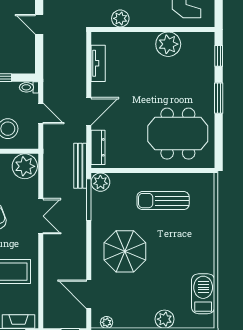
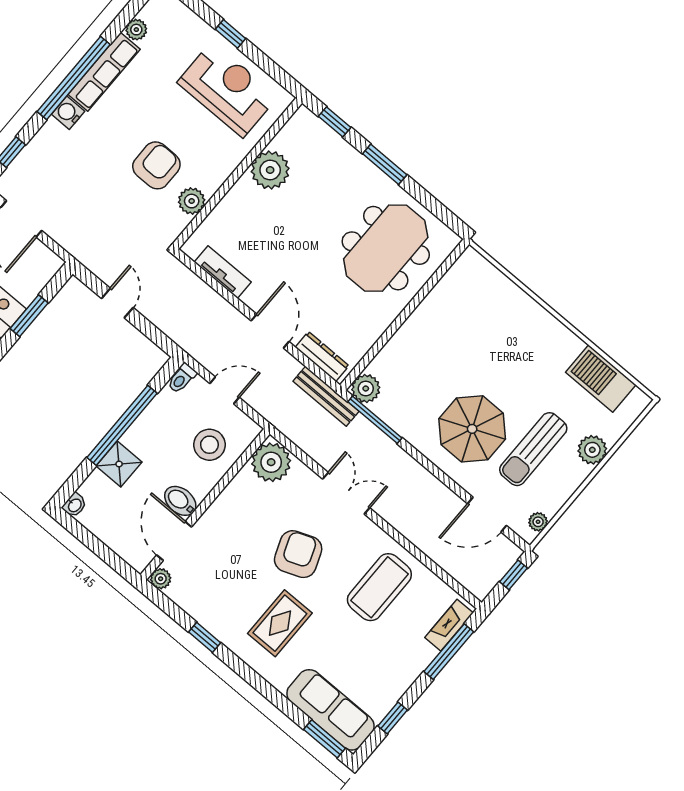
door: (39, 24) -> (117, 303), swing flipped
sun lounger: (163, 201) -> (533, 449), moved

